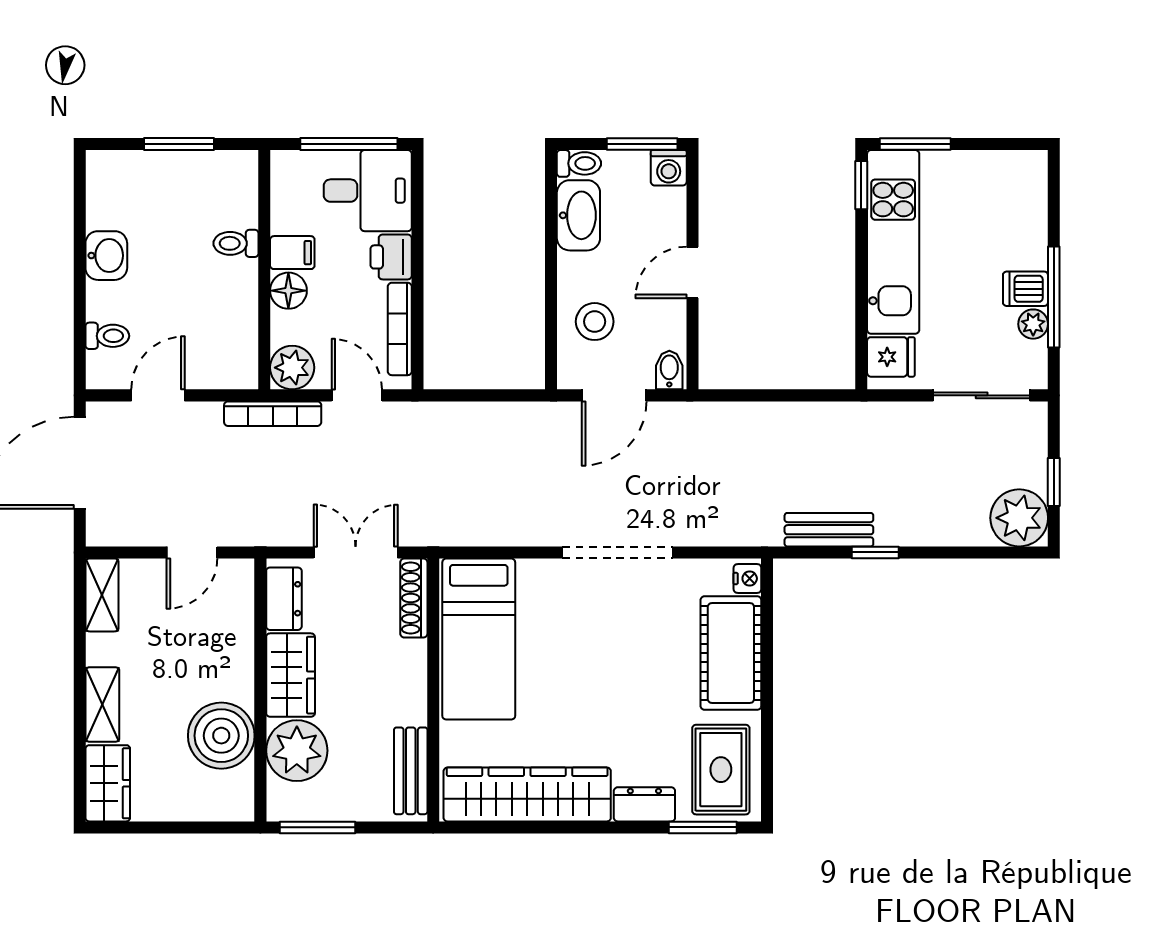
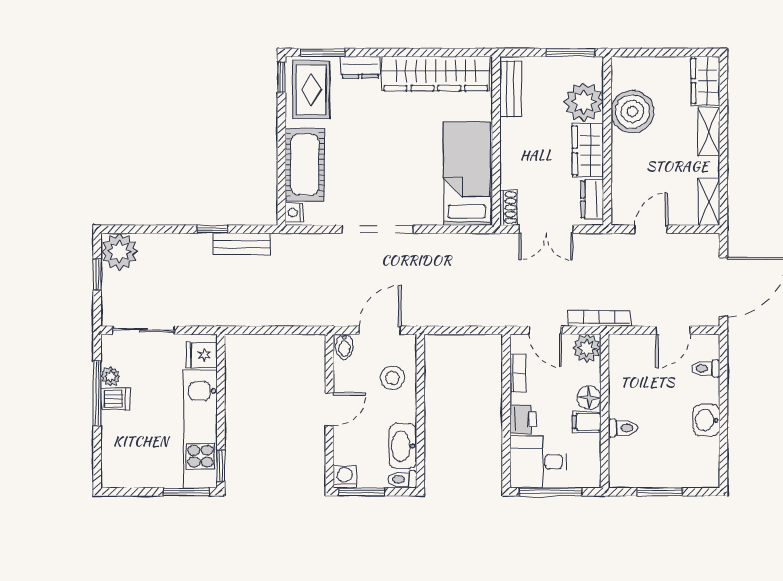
bookcase: (400, 329) -> (518, 373), width x0.64
shoe rack: (414, 598) -> (509, 208), width x0.70
window: (767, 789) -> (282, 77), added

